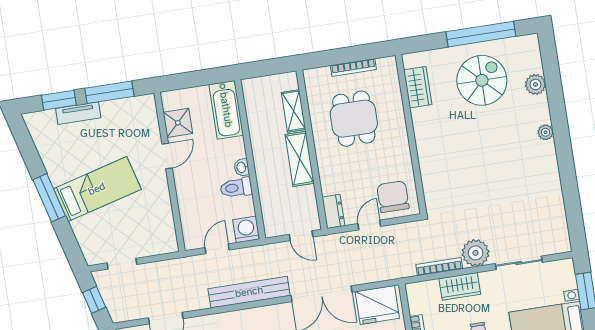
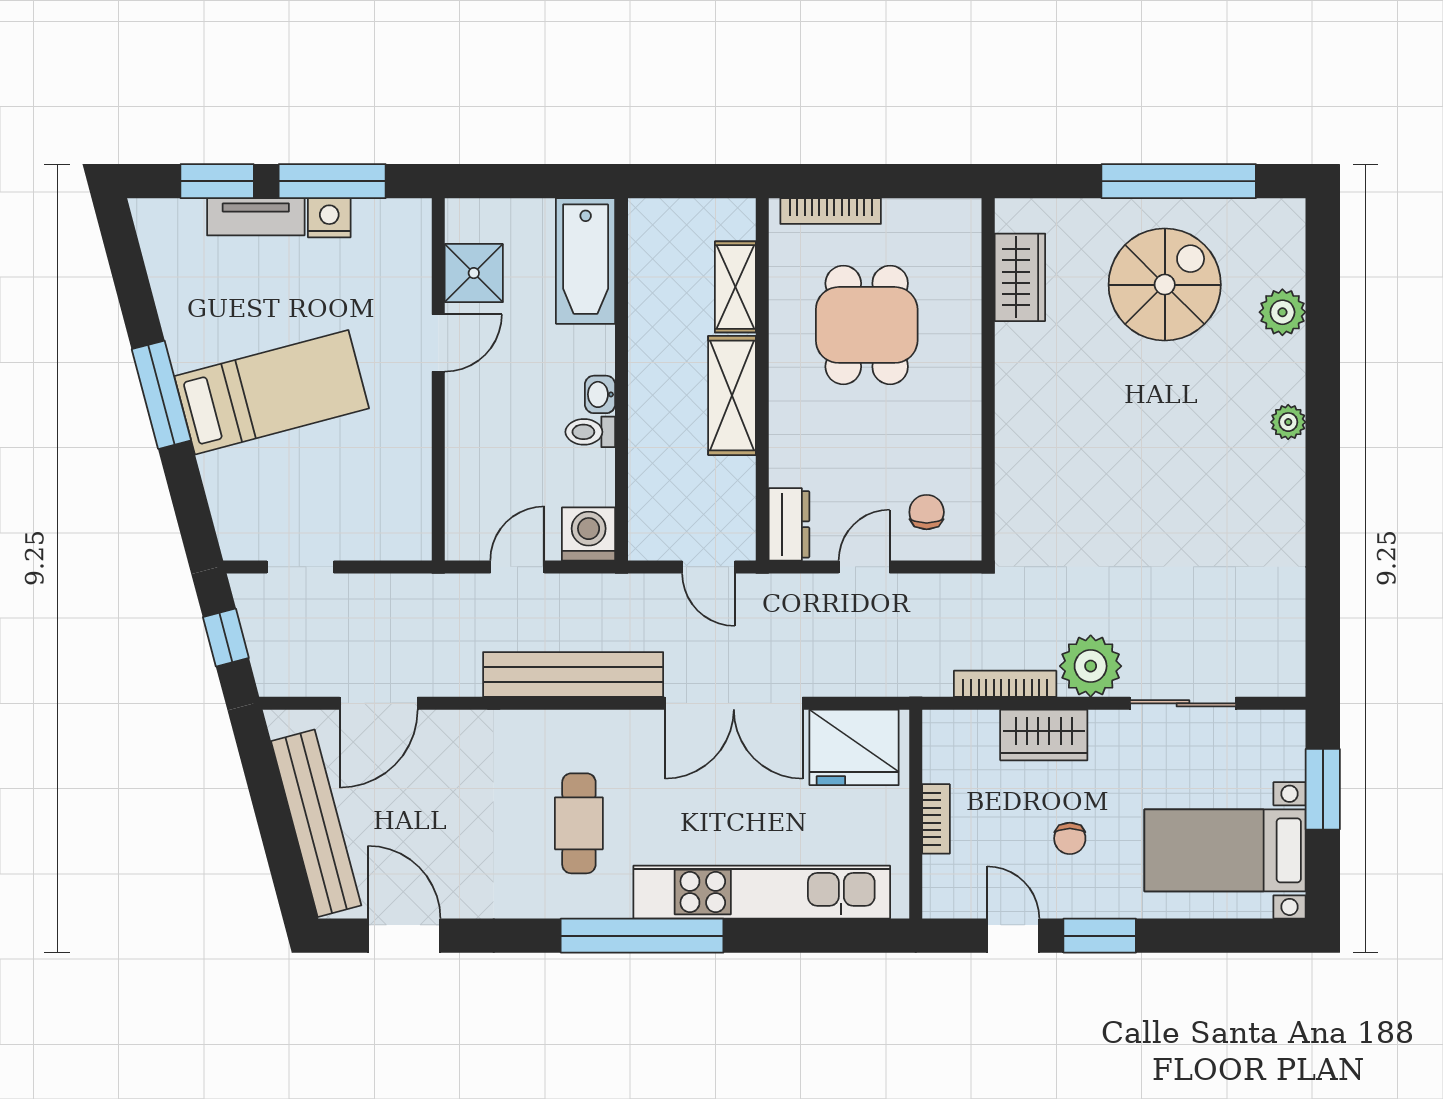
bookcase: (353, 67) -> (831, 211), moved
nightstand: (111, 109) -> (329, 218), added
toilet: (236, 188) -> (590, 432), width x0.73, depth x0.72
chair: (393, 197) -> (927, 512), width x0.54, depth x0.54

